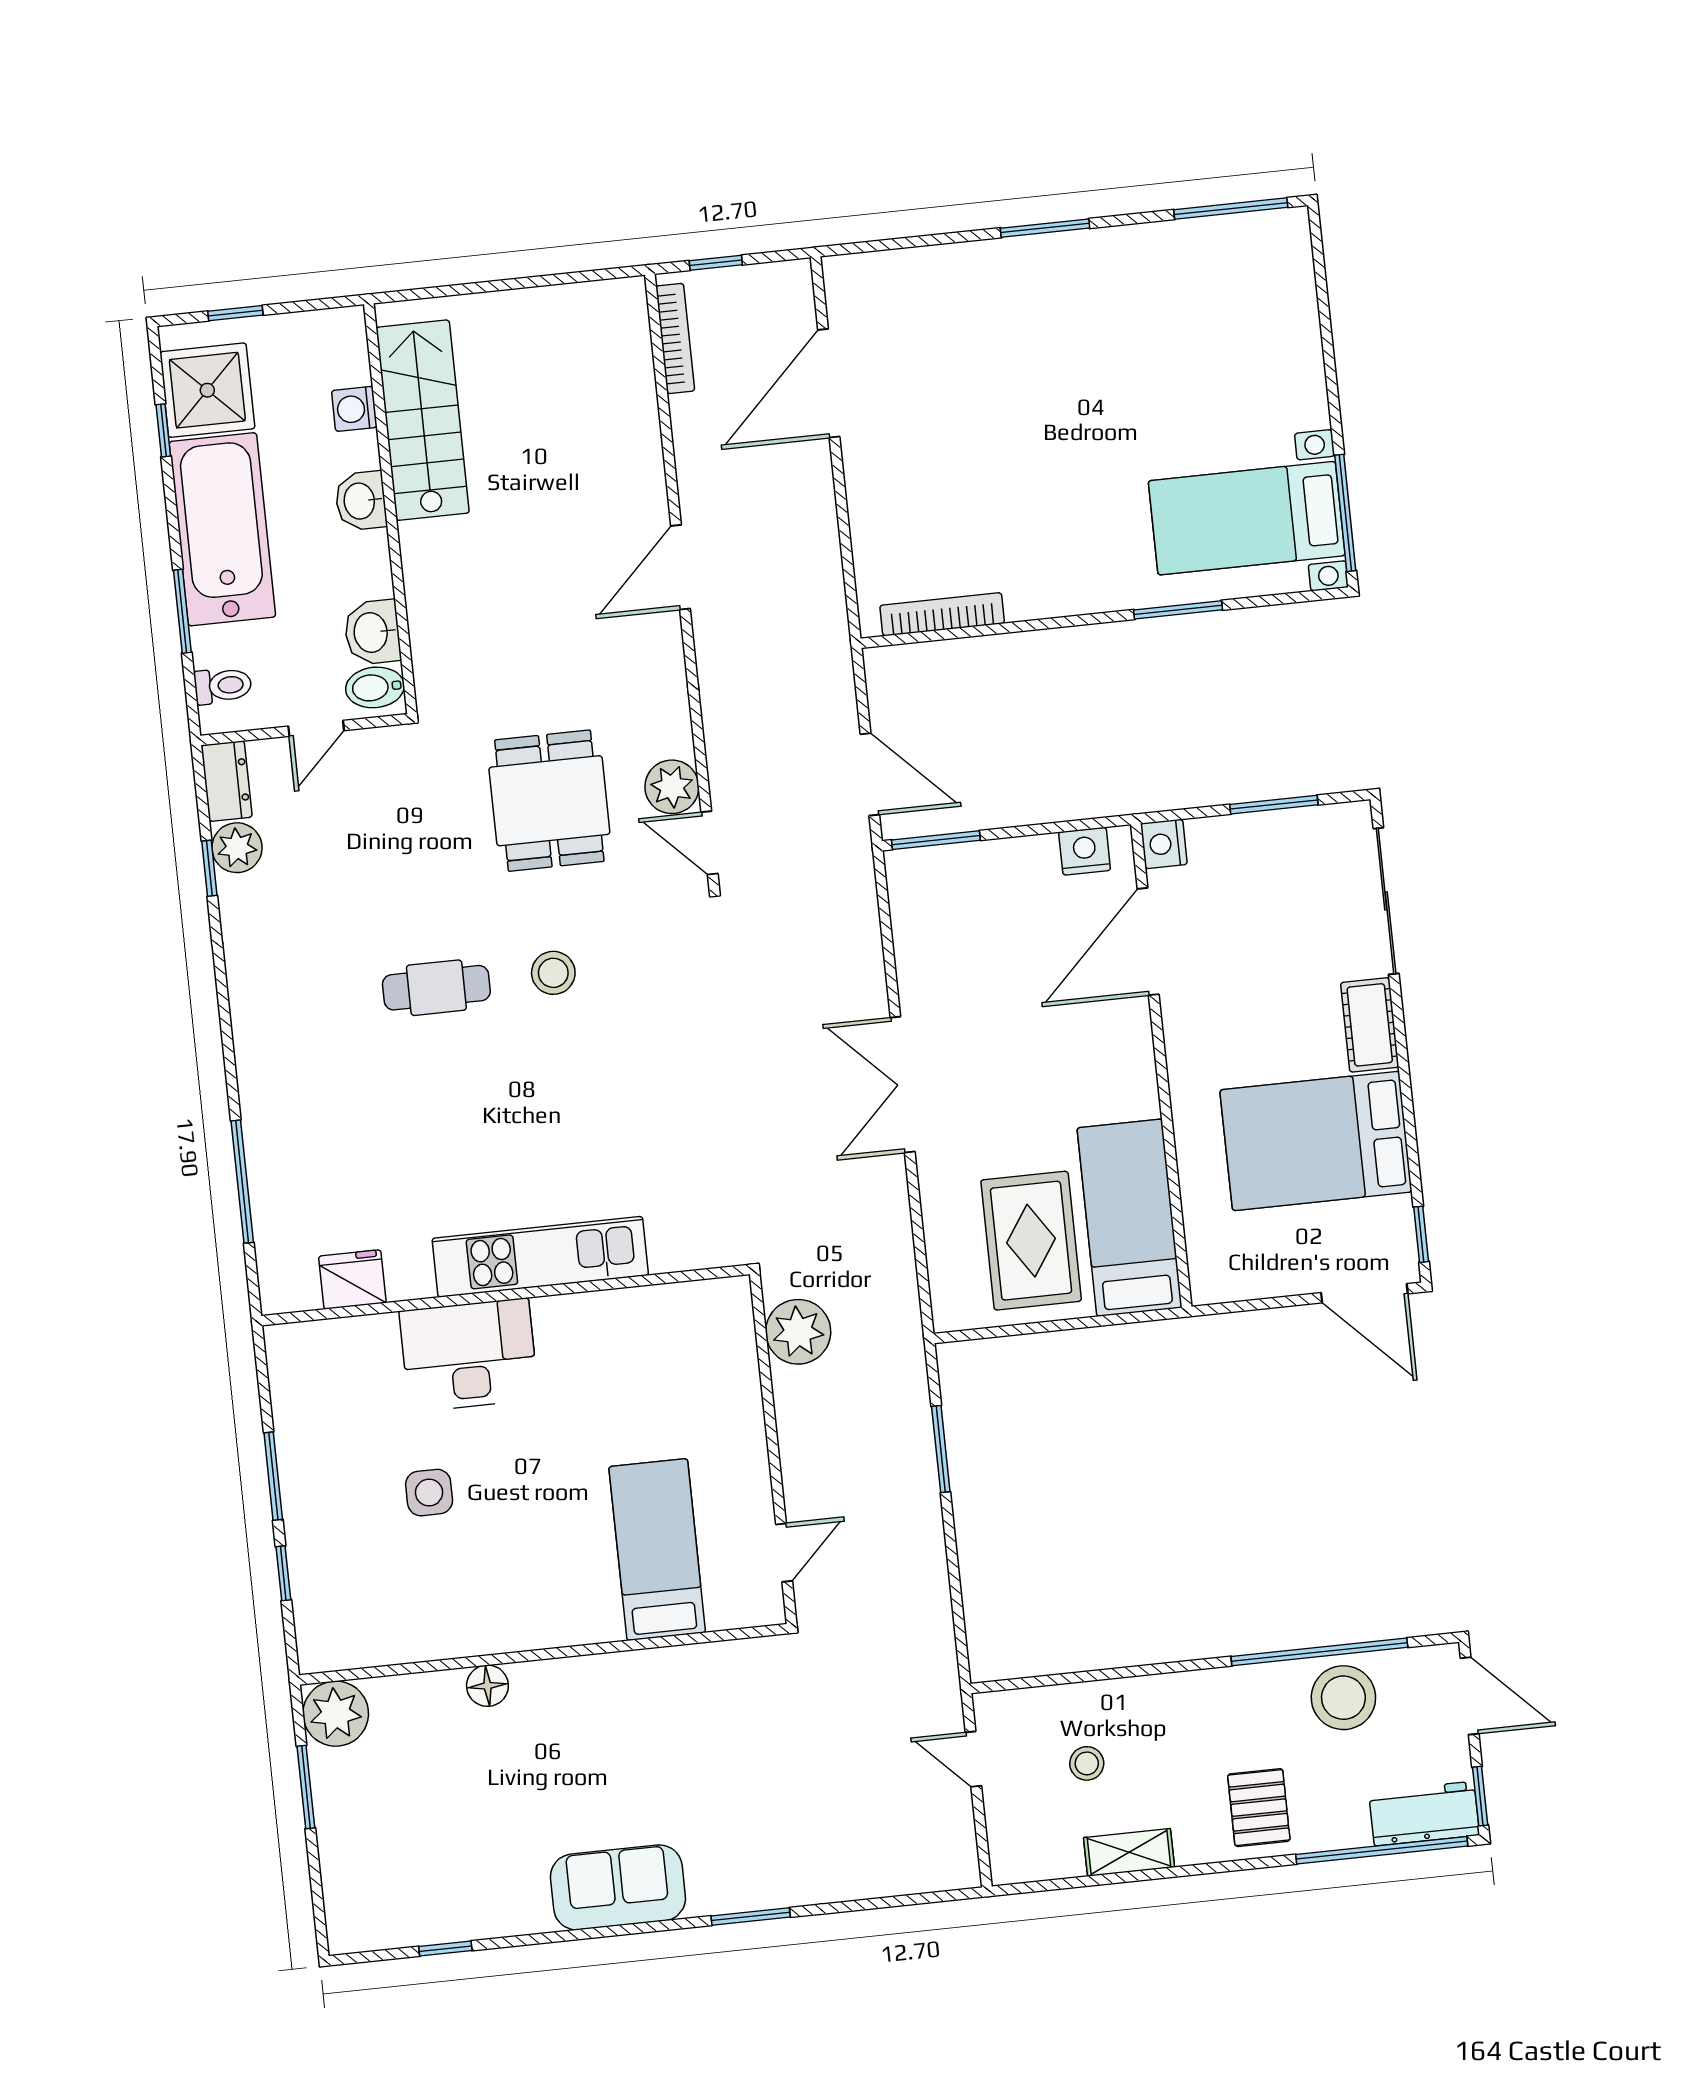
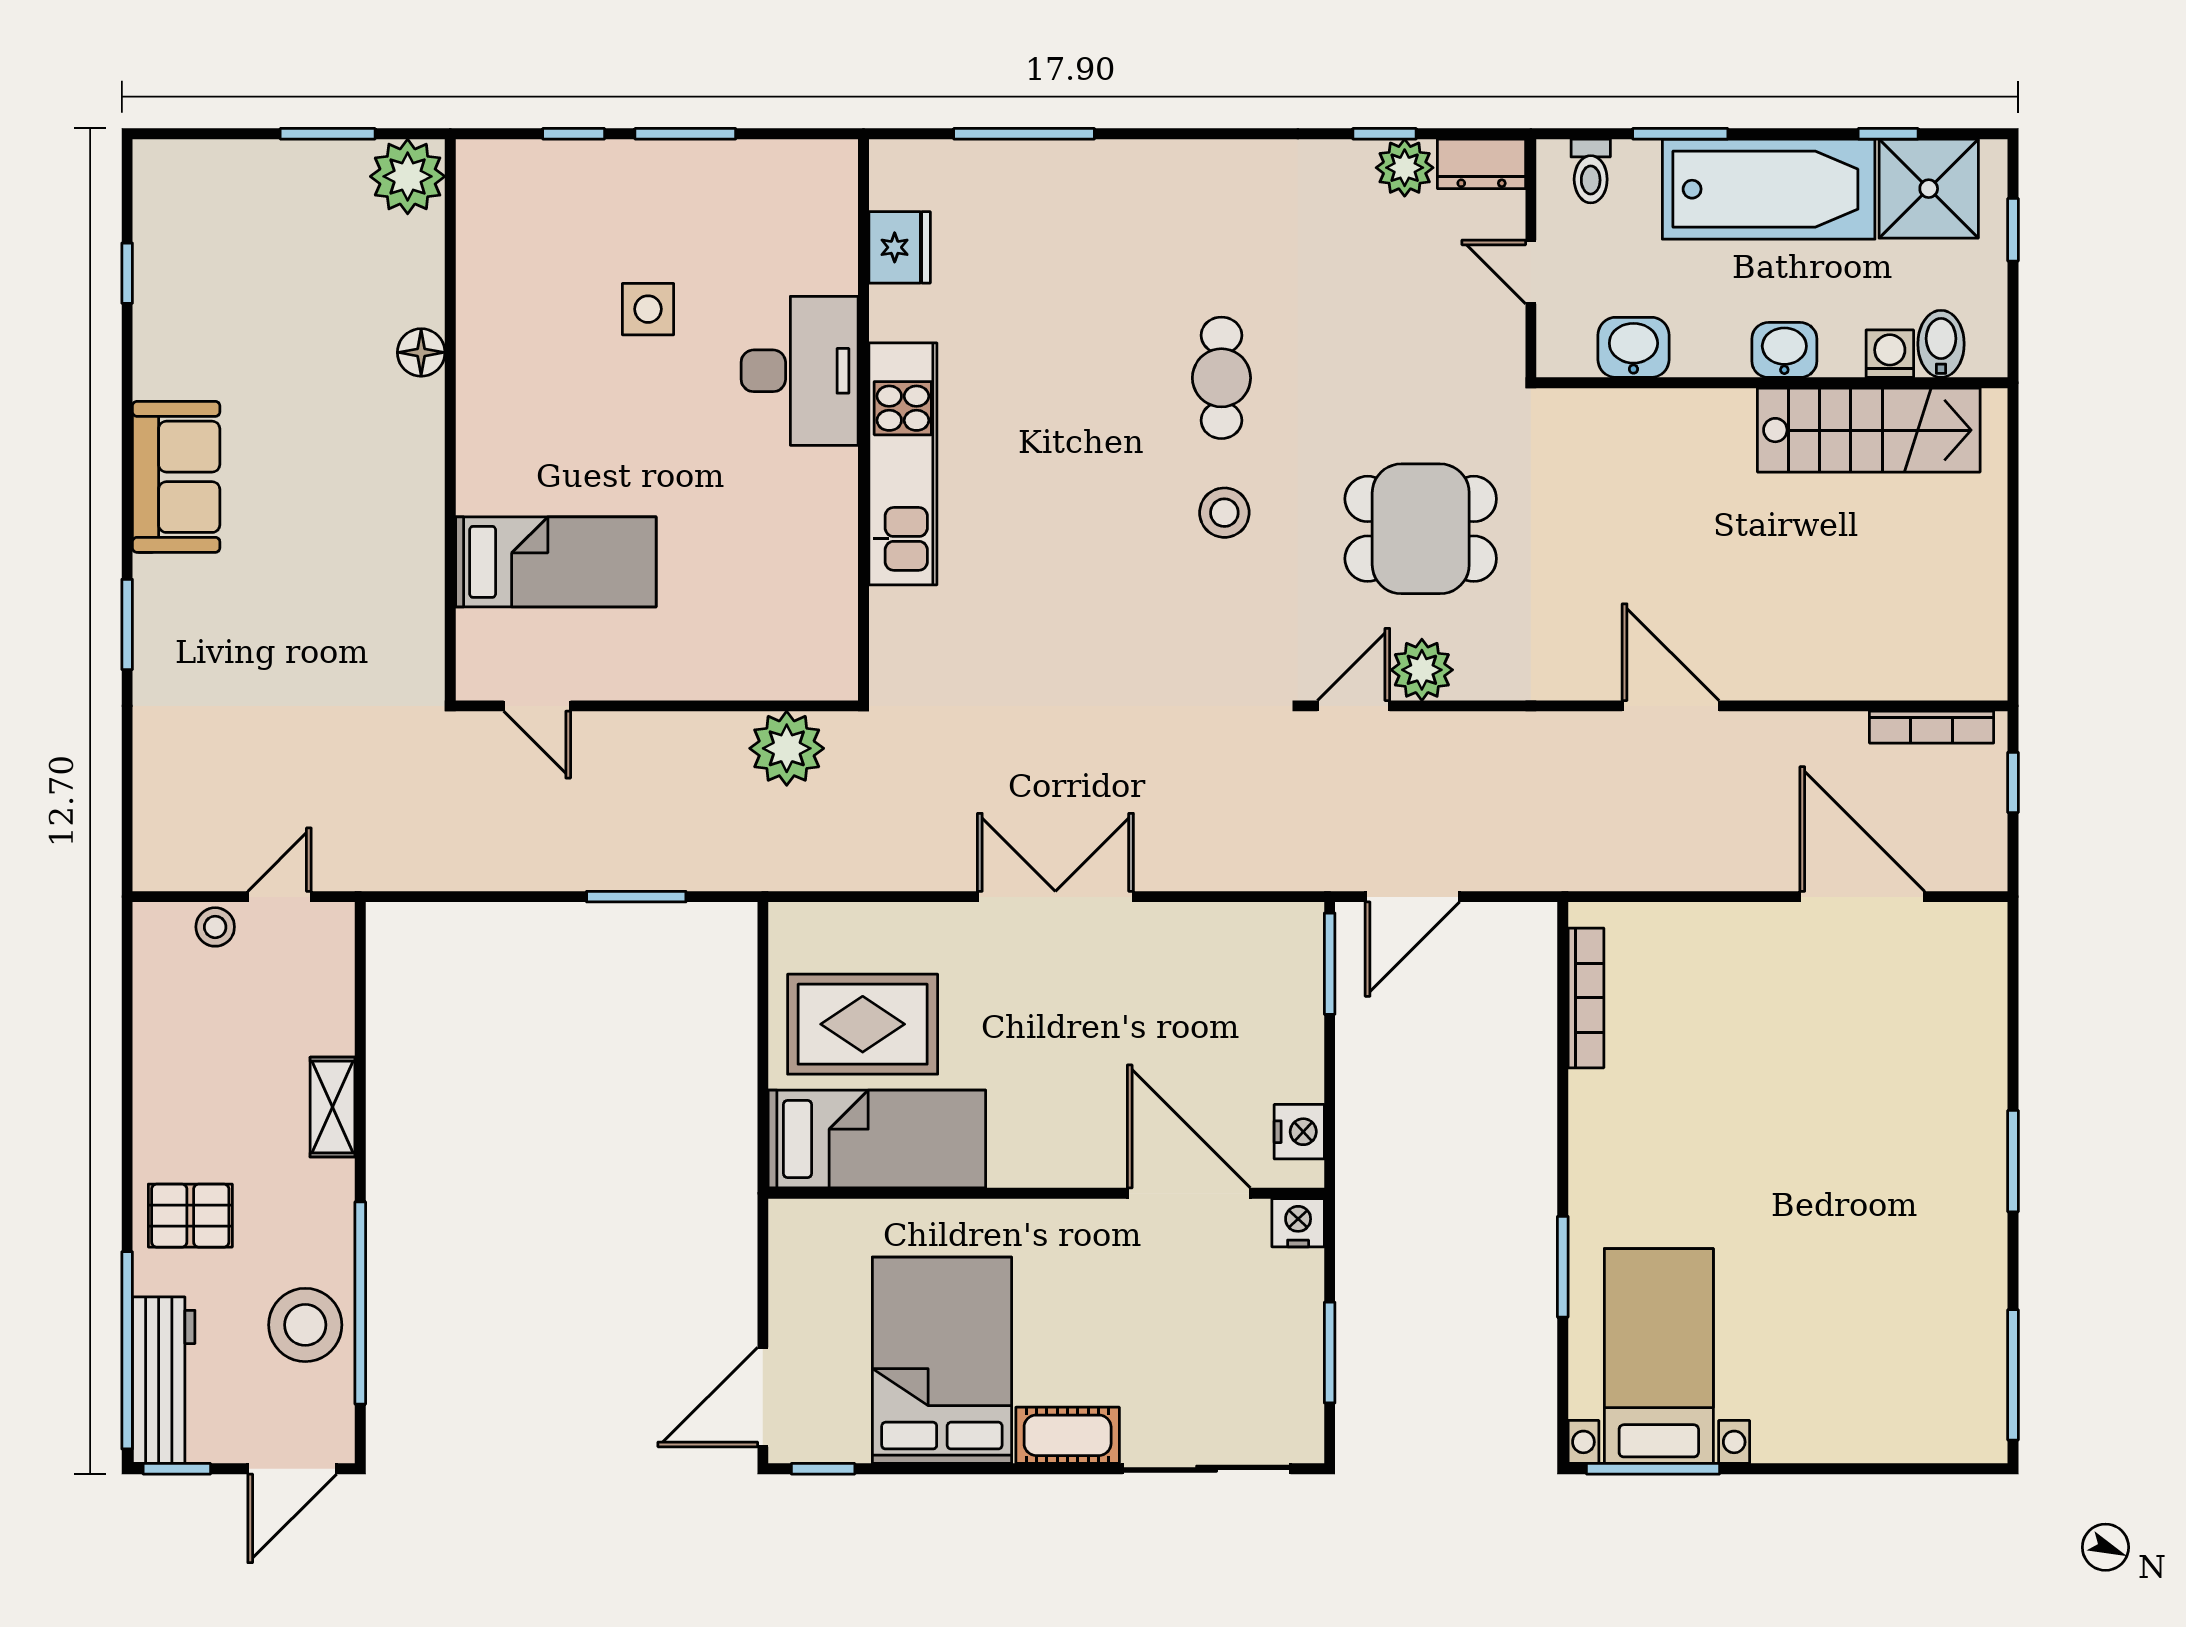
bidet: (375, 687) -> (1941, 344), moved
stool: (1087, 1763) -> (215, 927), moved
workbench: (1424, 1814) -> (164, 1380), width x1.38
shelving: (1129, 1852) -> (332, 1107), moved

